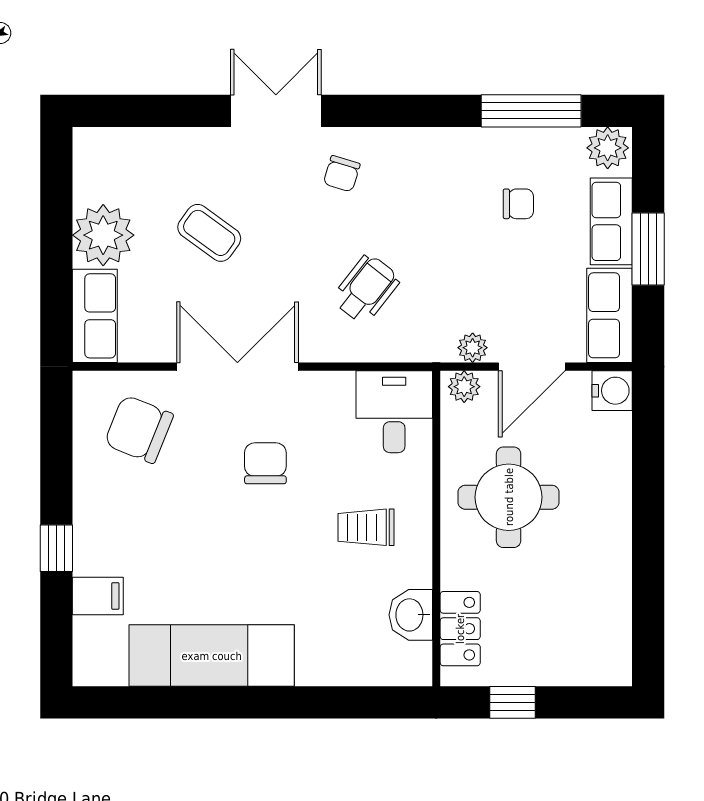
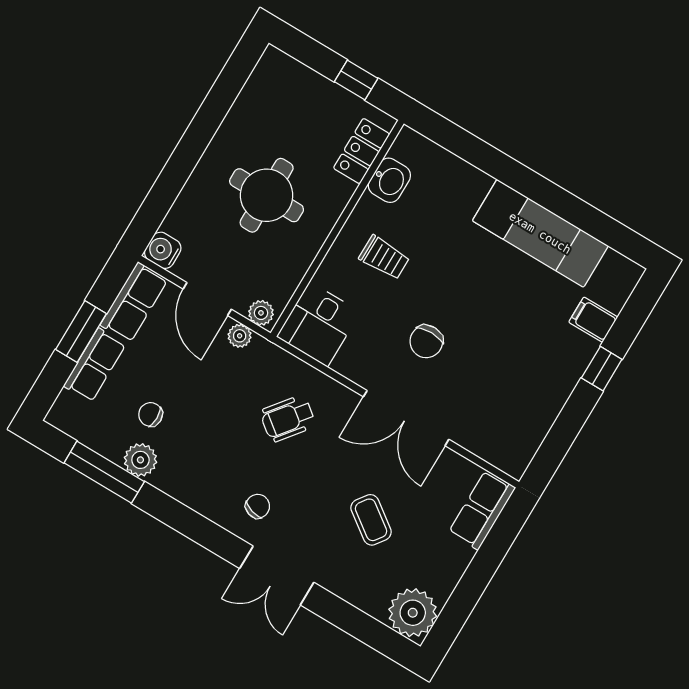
plant: (608, 148) -> (140, 460), moved
plant: (103, 235) -> (413, 613), moved
door: (532, 367) -> (207, 299), swing flipped
chair: (139, 429) -> (498, 416), removed
round table: (509, 497) -> (267, 195), moved

